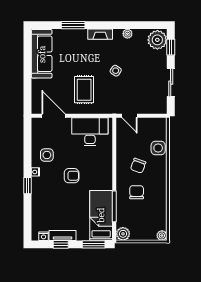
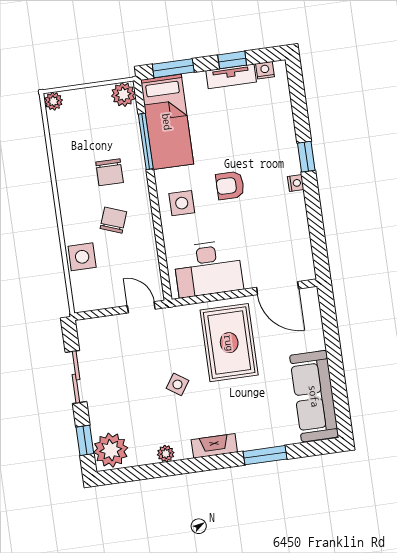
rug: (84, 90) -> (229, 343), width x1.36, depth x1.43
side table: (47, 155) -> (182, 203), moved

